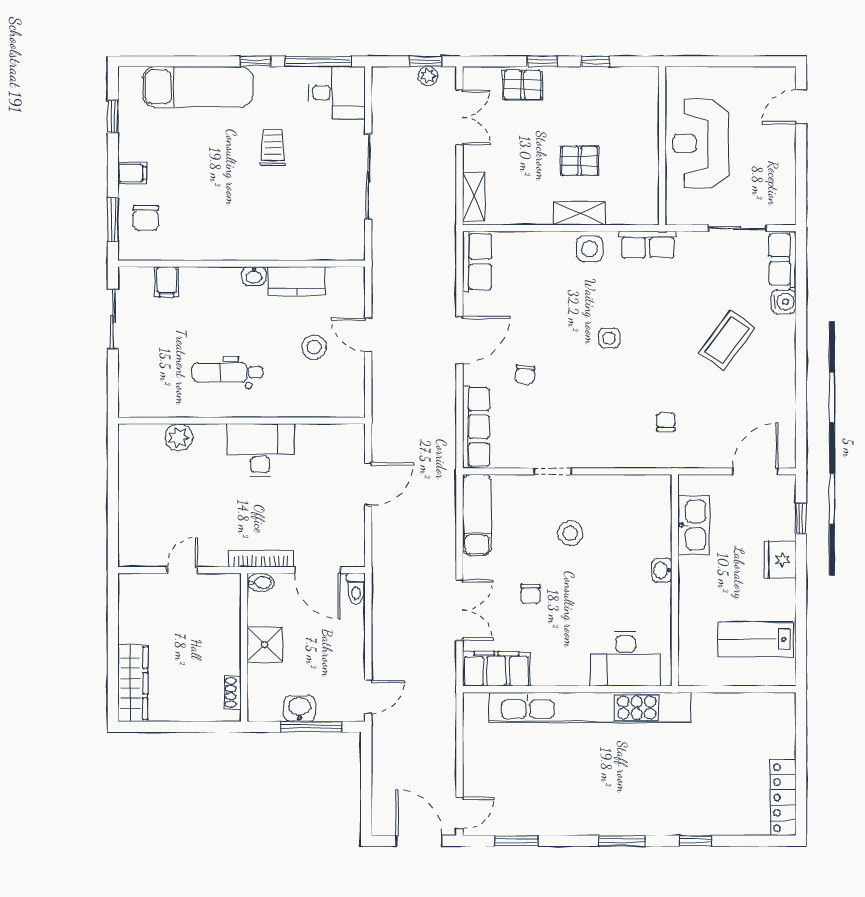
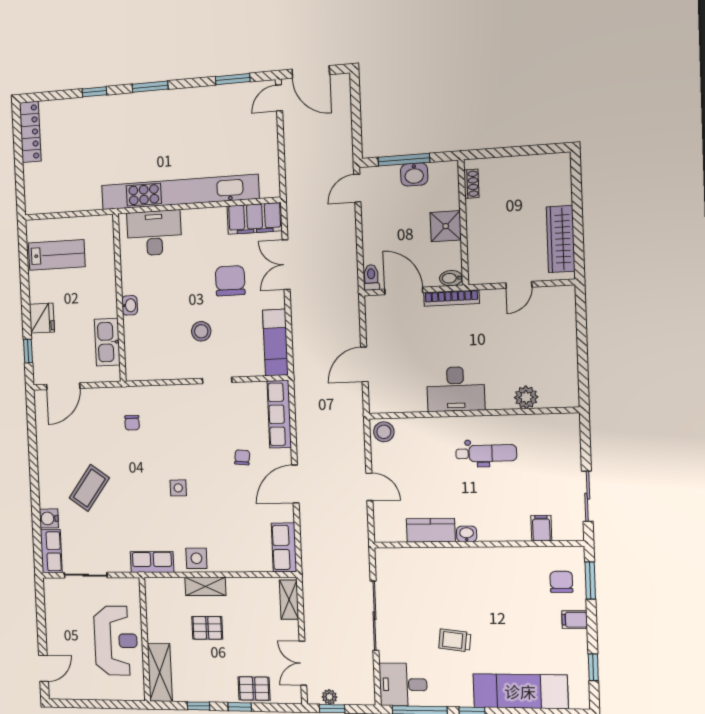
shelving: (644, 104) -> (160, 672), added
trolley: (273, 147) -> (455, 640), turned 97
stool: (314, 347) -> (384, 432), moved
chair: (531, 594) -> (230, 281), width x1.87, depth x1.87
wardrobe: (133, 683) -> (561, 239), moved

